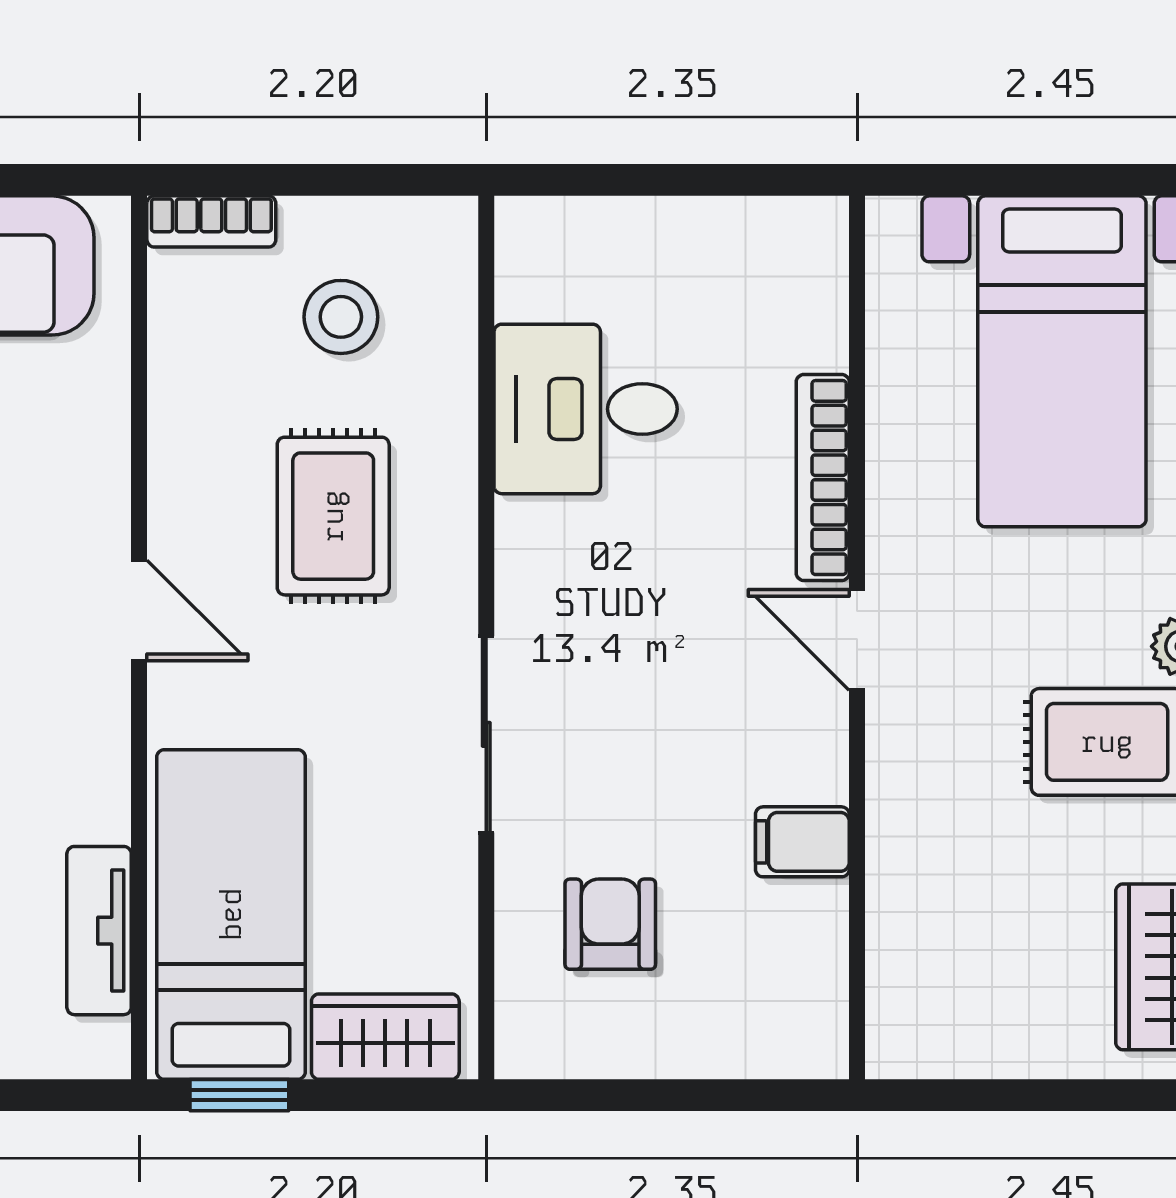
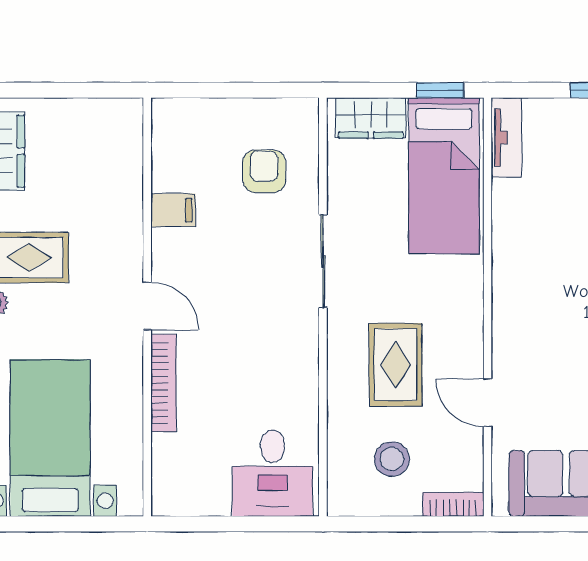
desk: (586, 409) -> (272, 473), moved, turned 90
door: (139, 611) -> (487, 403), moved
armchair: (610, 924) -> (264, 171), turned 180
tv unit: (99, 931) -> (506, 138), moved

